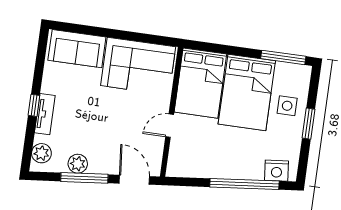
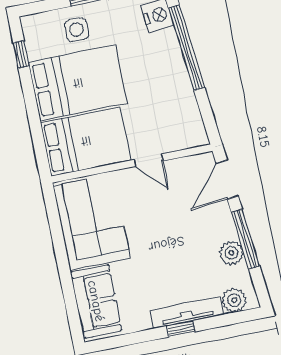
window: (283, 57) -> (21, 54), width x0.46
tv unit: (45, 114) -> (187, 312), width x1.41

